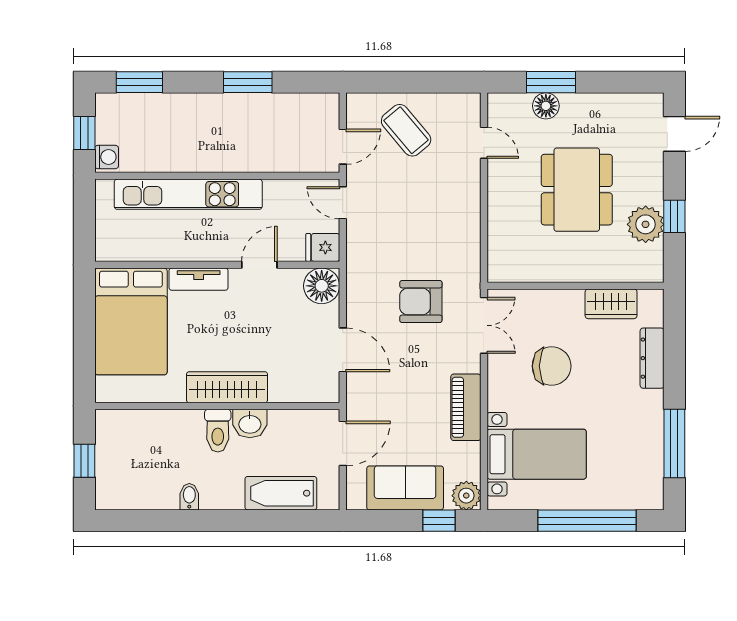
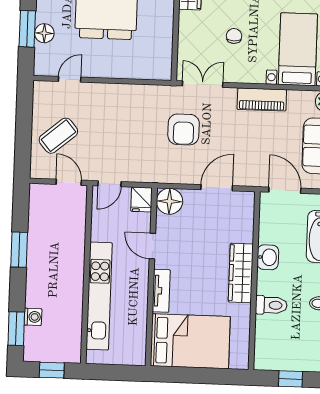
washing machine: (107, 157) -> (33, 317), moved, turned 90
chair: (552, 366) -> (234, 36), width x0.54, depth x0.54
toilet: (218, 431) -> (271, 305), moved

